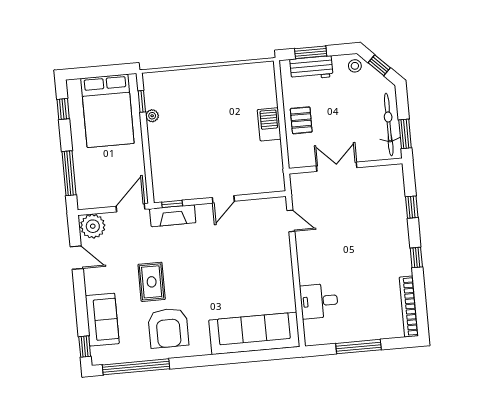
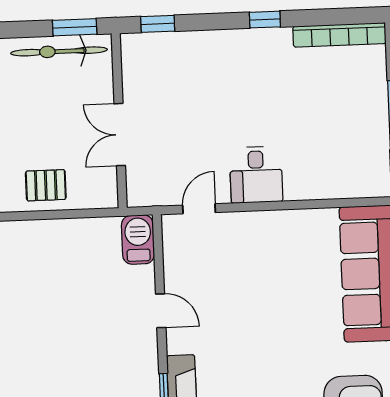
barbecue: (269, 124) -> (138, 240), moved, turned 90
window: (412, 207) -> (158, 24), moved
desk: (319, 301) -> (256, 175), moved

